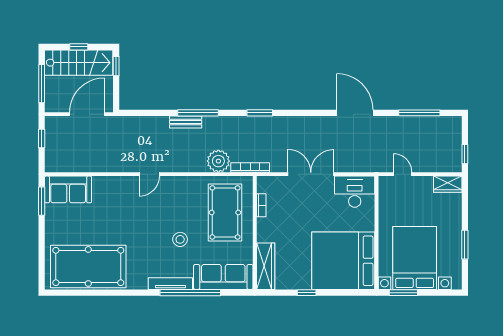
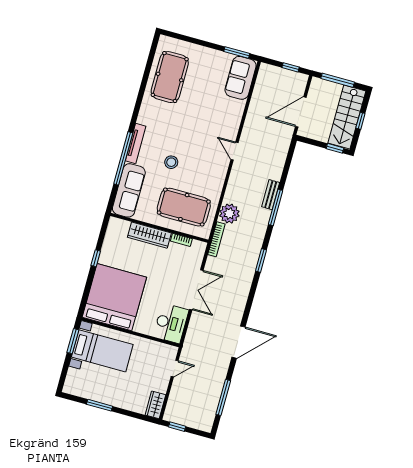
door: (87, 114) -> (301, 112), swing flipped
bed with nightstands: (415, 258) -> (102, 351), width x0.73
pool table: (88, 266) -> (170, 77), width x0.73, depth x0.76
wardrobe: (266, 266) -> (149, 235), moved

